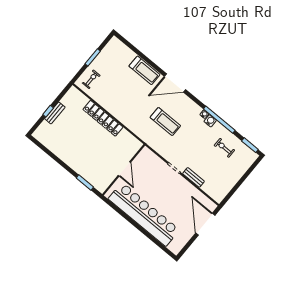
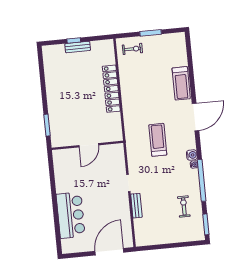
door: (175, 83) -> (195, 117), swing flipped
water cooler: (210, 121) -> (192, 155), moved
treadmill: (165, 122) -> (158, 140), turned 180
bar counter: (144, 214) -> (71, 215), width x0.54

